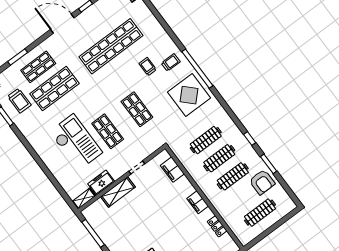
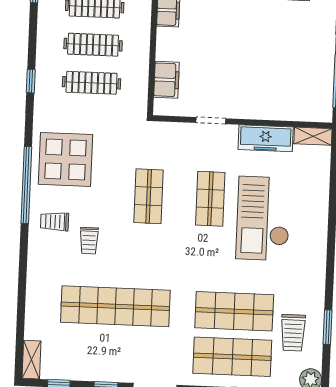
shop shelf: (38, 67) -> (232, 357), width x1.43, depth x1.36
trolley: (19, 101) -> (293, 333), turned 180
window: (250, 139) -> (31, 81), moved
freezer: (101, 183) -> (266, 138), width x1.40
shelving: (118, 192) -> (261, 108), removed

